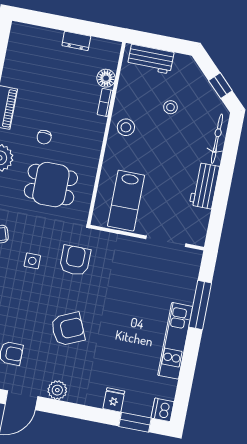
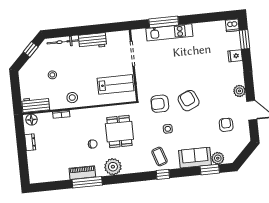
workbench: (151, 59) -> (36, 104), moved, turned -90
floor lamp: (106, 78) -> (31, 120), moved
armchair: (68, 329) -> (189, 101), moved
kitchen unit: (175, 341) -> (169, 32), moved

